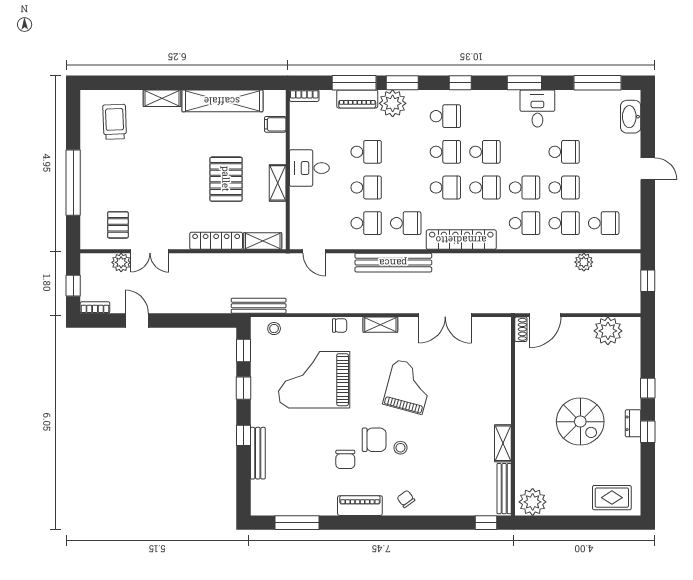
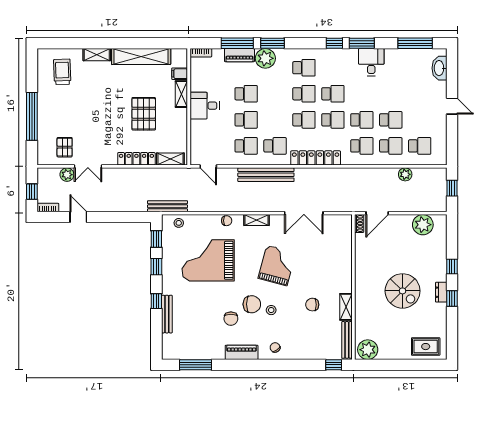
window: (460, 83) -> (334, 43), moved
school desk: (564, 152) -> (391, 94), removed
shelving: (278, 183) -> (181, 94), moved
chair: (457, 440) -> (312, 305), added

